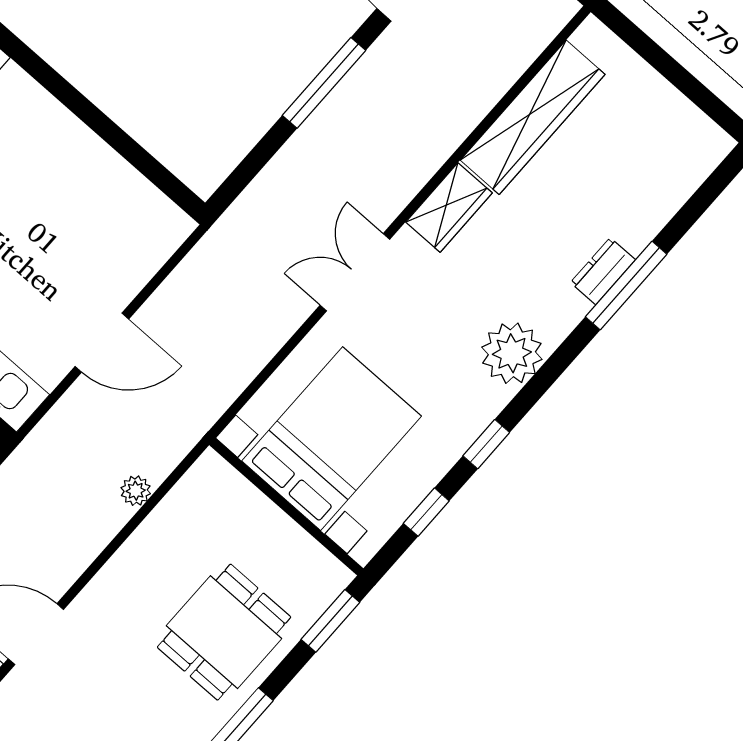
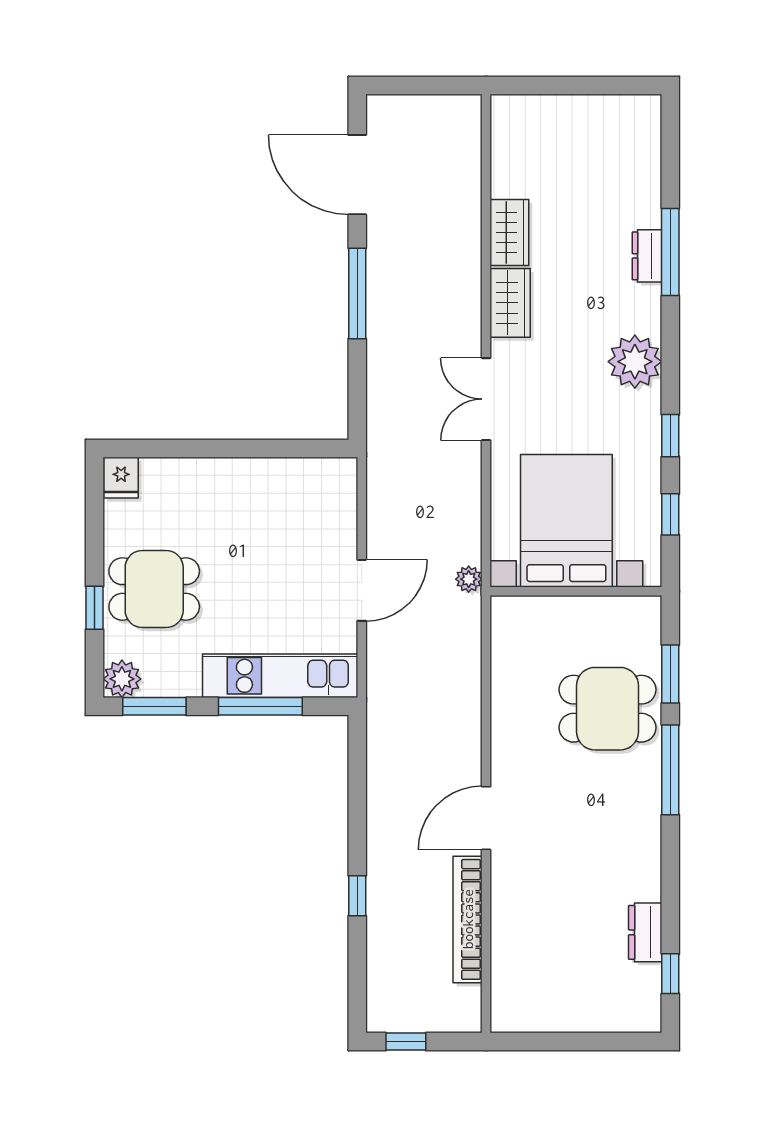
wardrobe: (533, 117) -> (509, 233), width x0.48, depth x0.85
plant: (136, 491) -> (469, 579), moved
window: (330, 621) -> (670, 674), moved
dining table: (224, 632) -> (608, 709), turned 90

